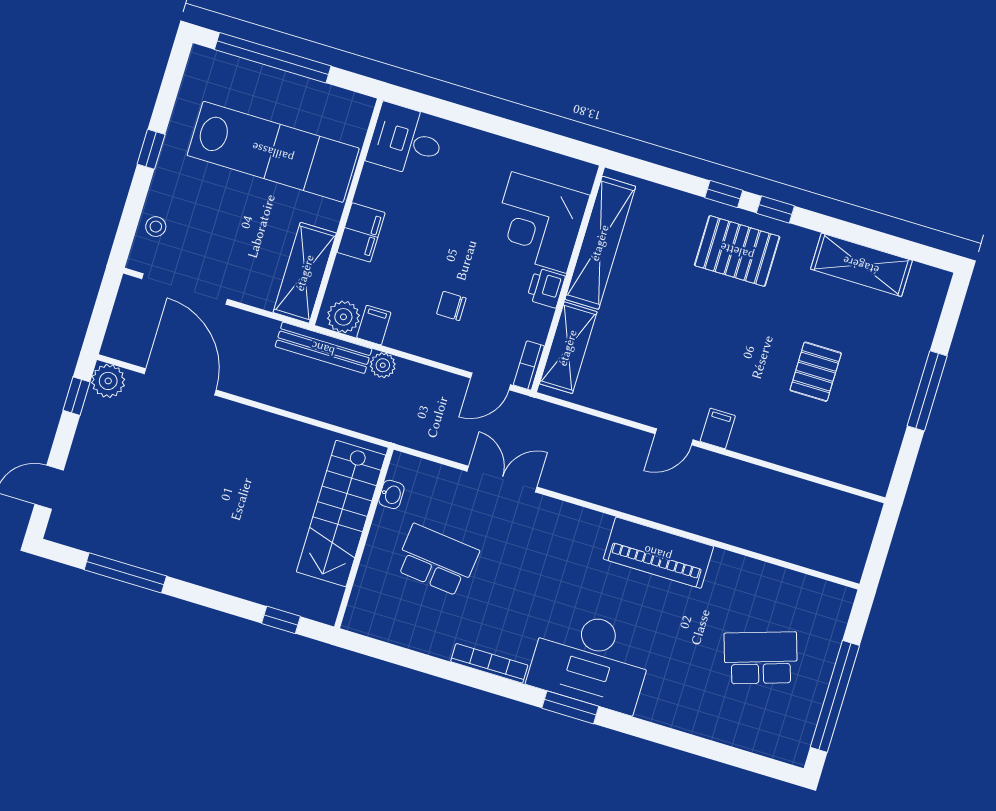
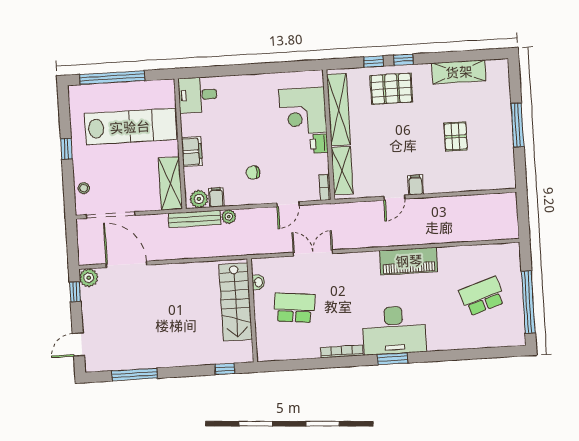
corner desk: (539, 223) -> (303, 111), moved
shelving: (600, 243) -> (339, 110), moved
wall: (568, 279) -> (329, 135), moved
printer: (546, 288) -> (319, 144), moved
shelving: (568, 348) -> (342, 170), moved
bookcase: (529, 365) -> (325, 187), moved

